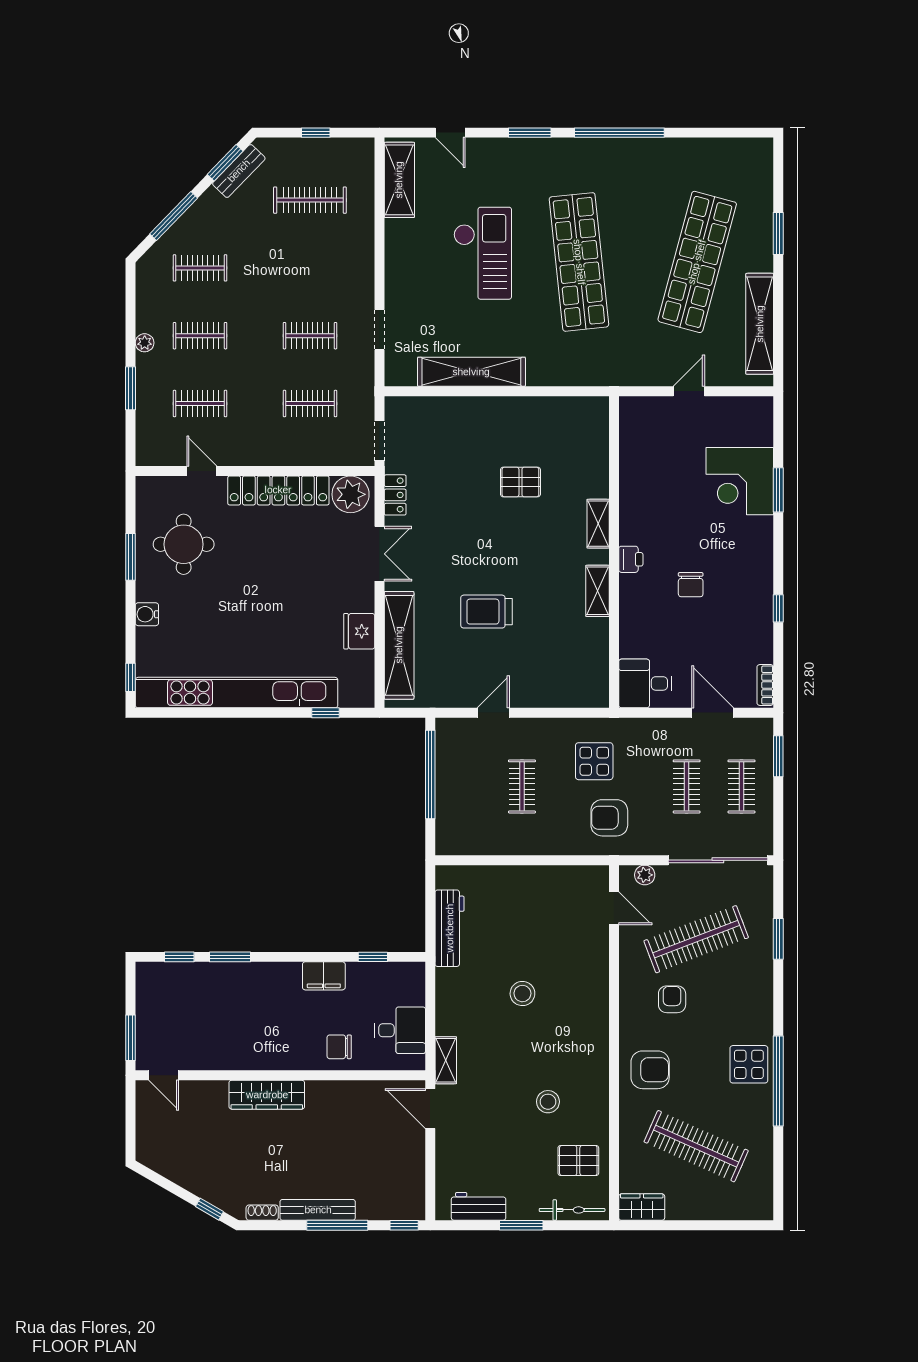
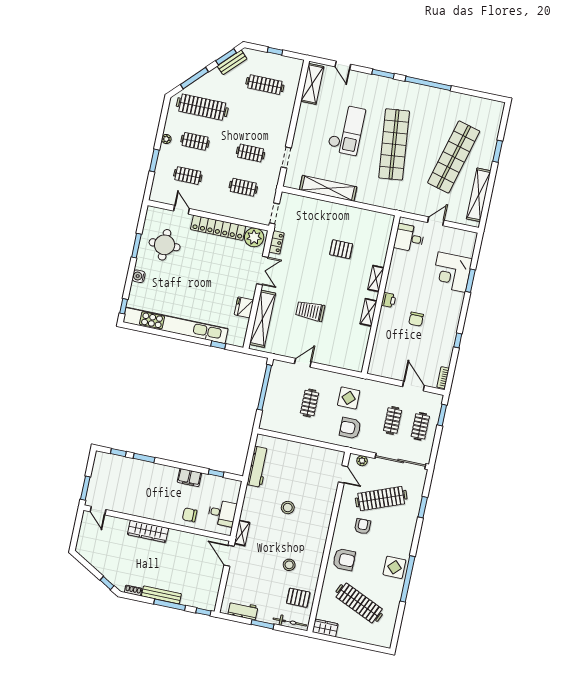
clothes rail: (200, 268) -> (202, 107), width x1.86, depth x1.31
desk: (645, 683) -> (409, 238), moved

